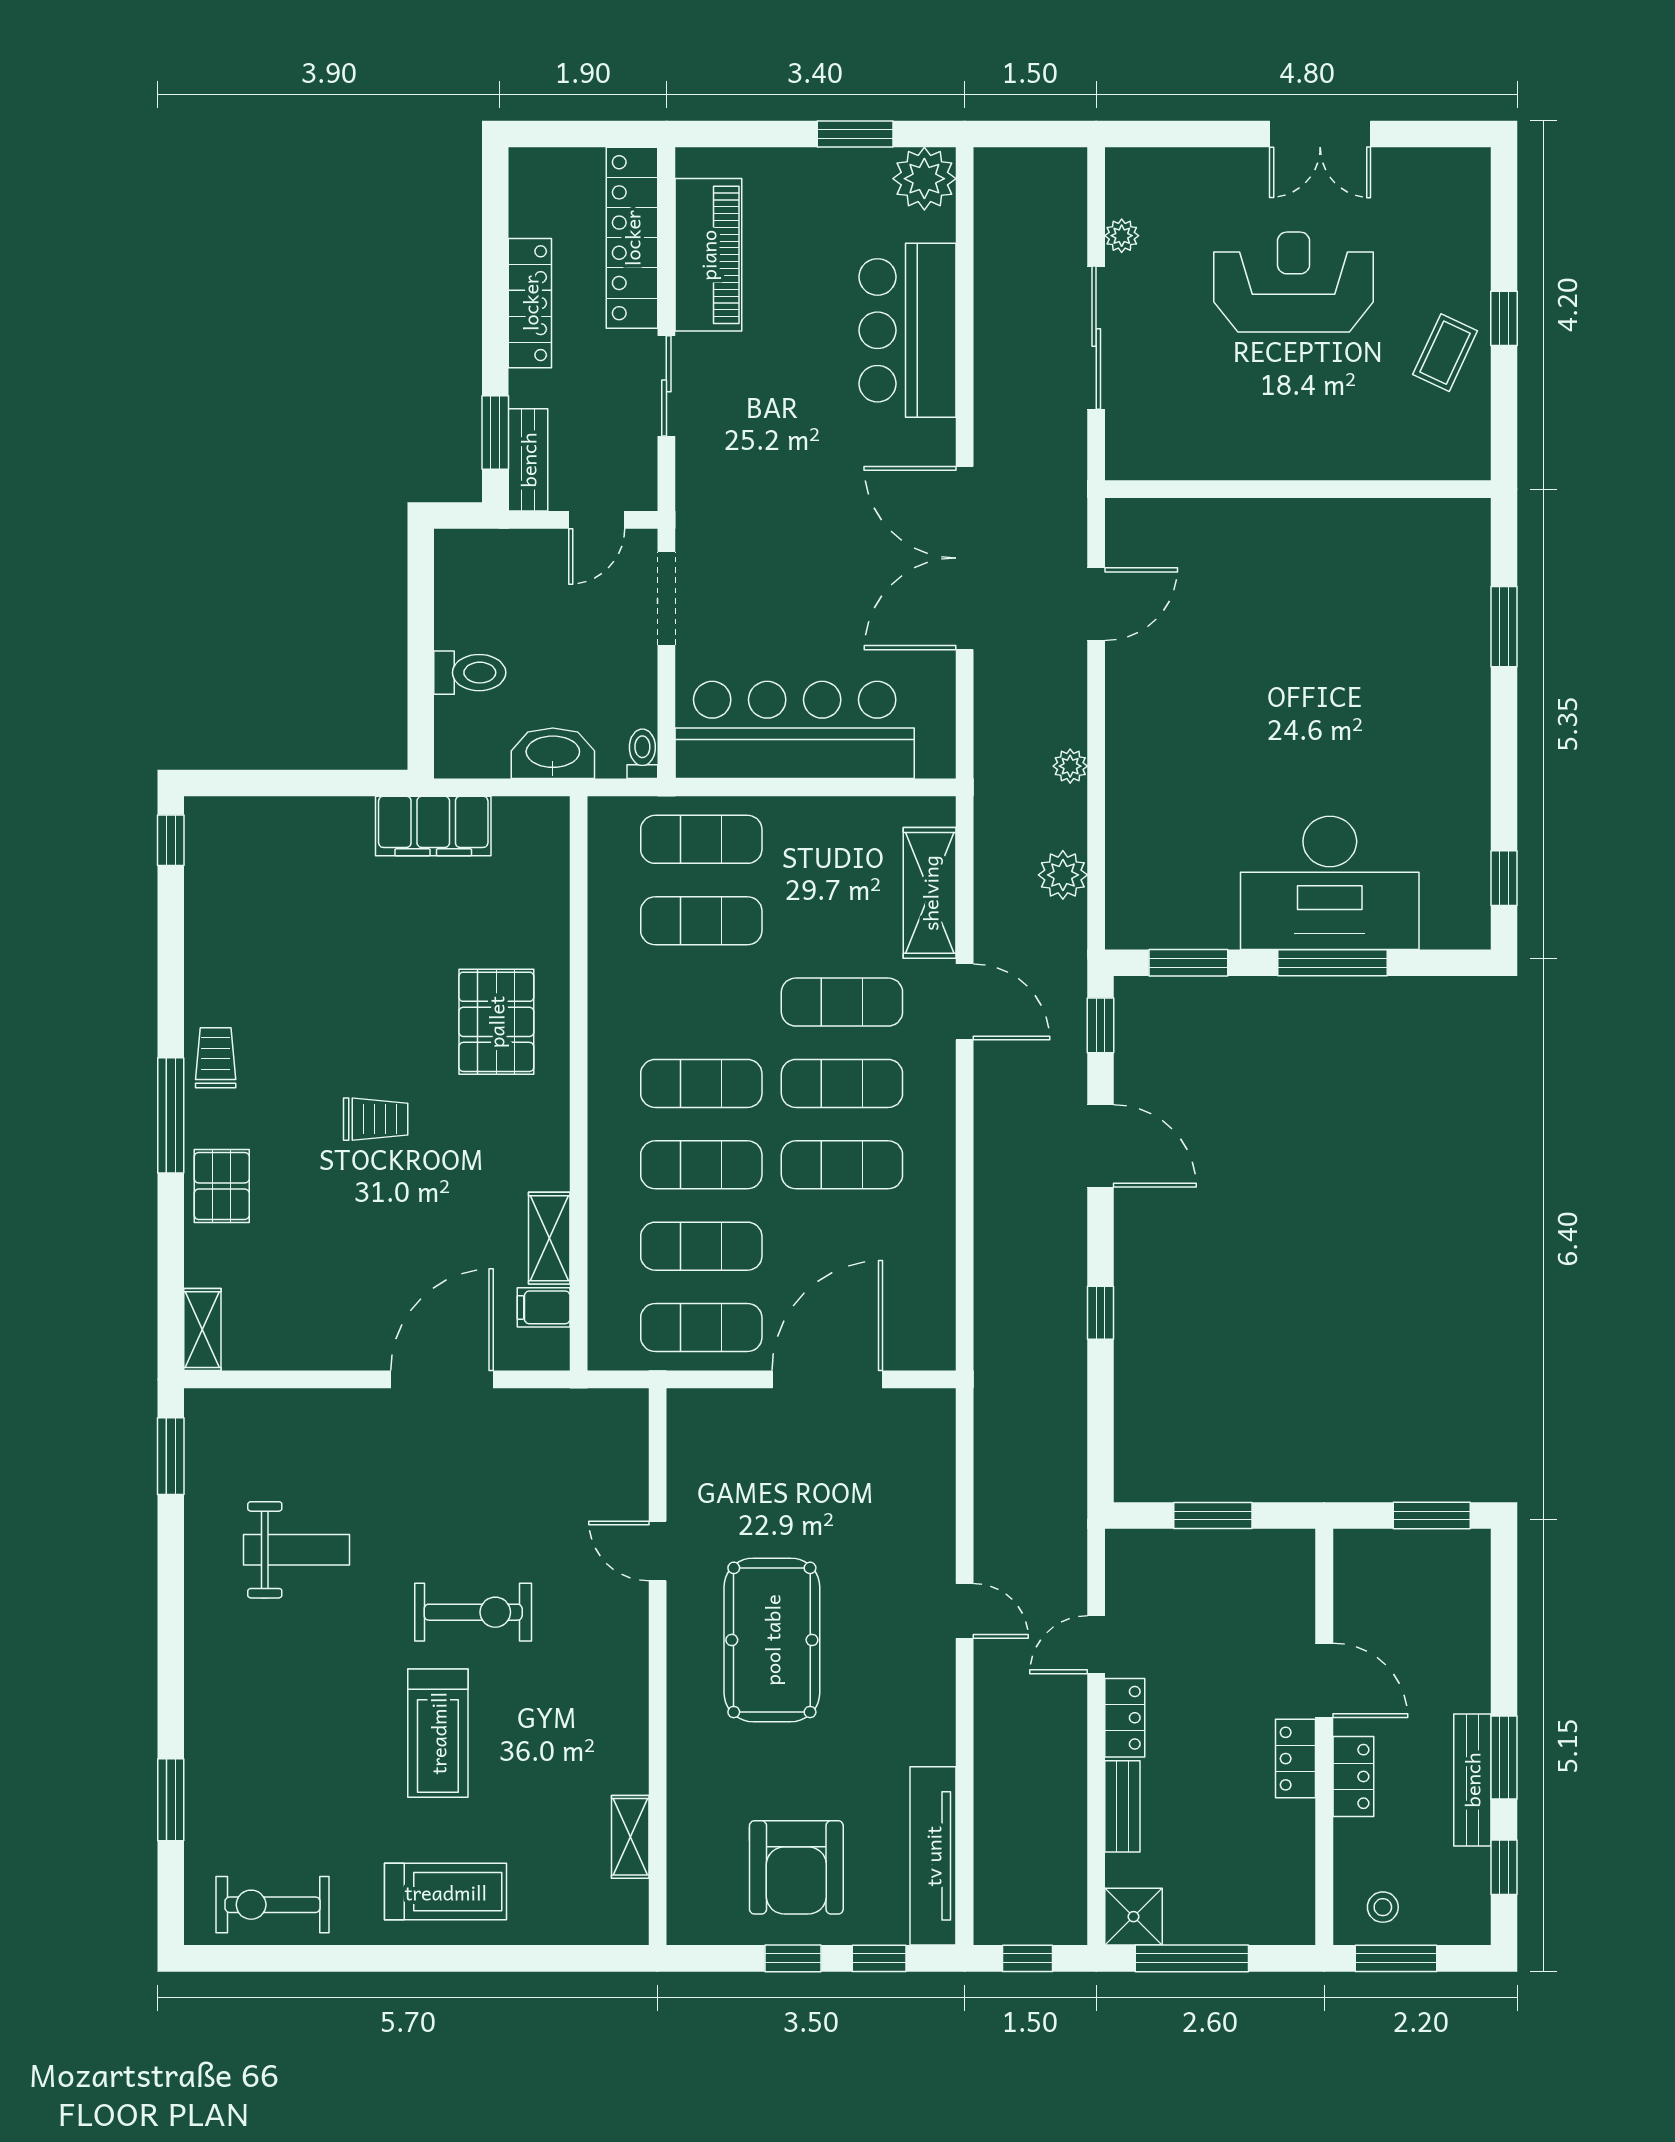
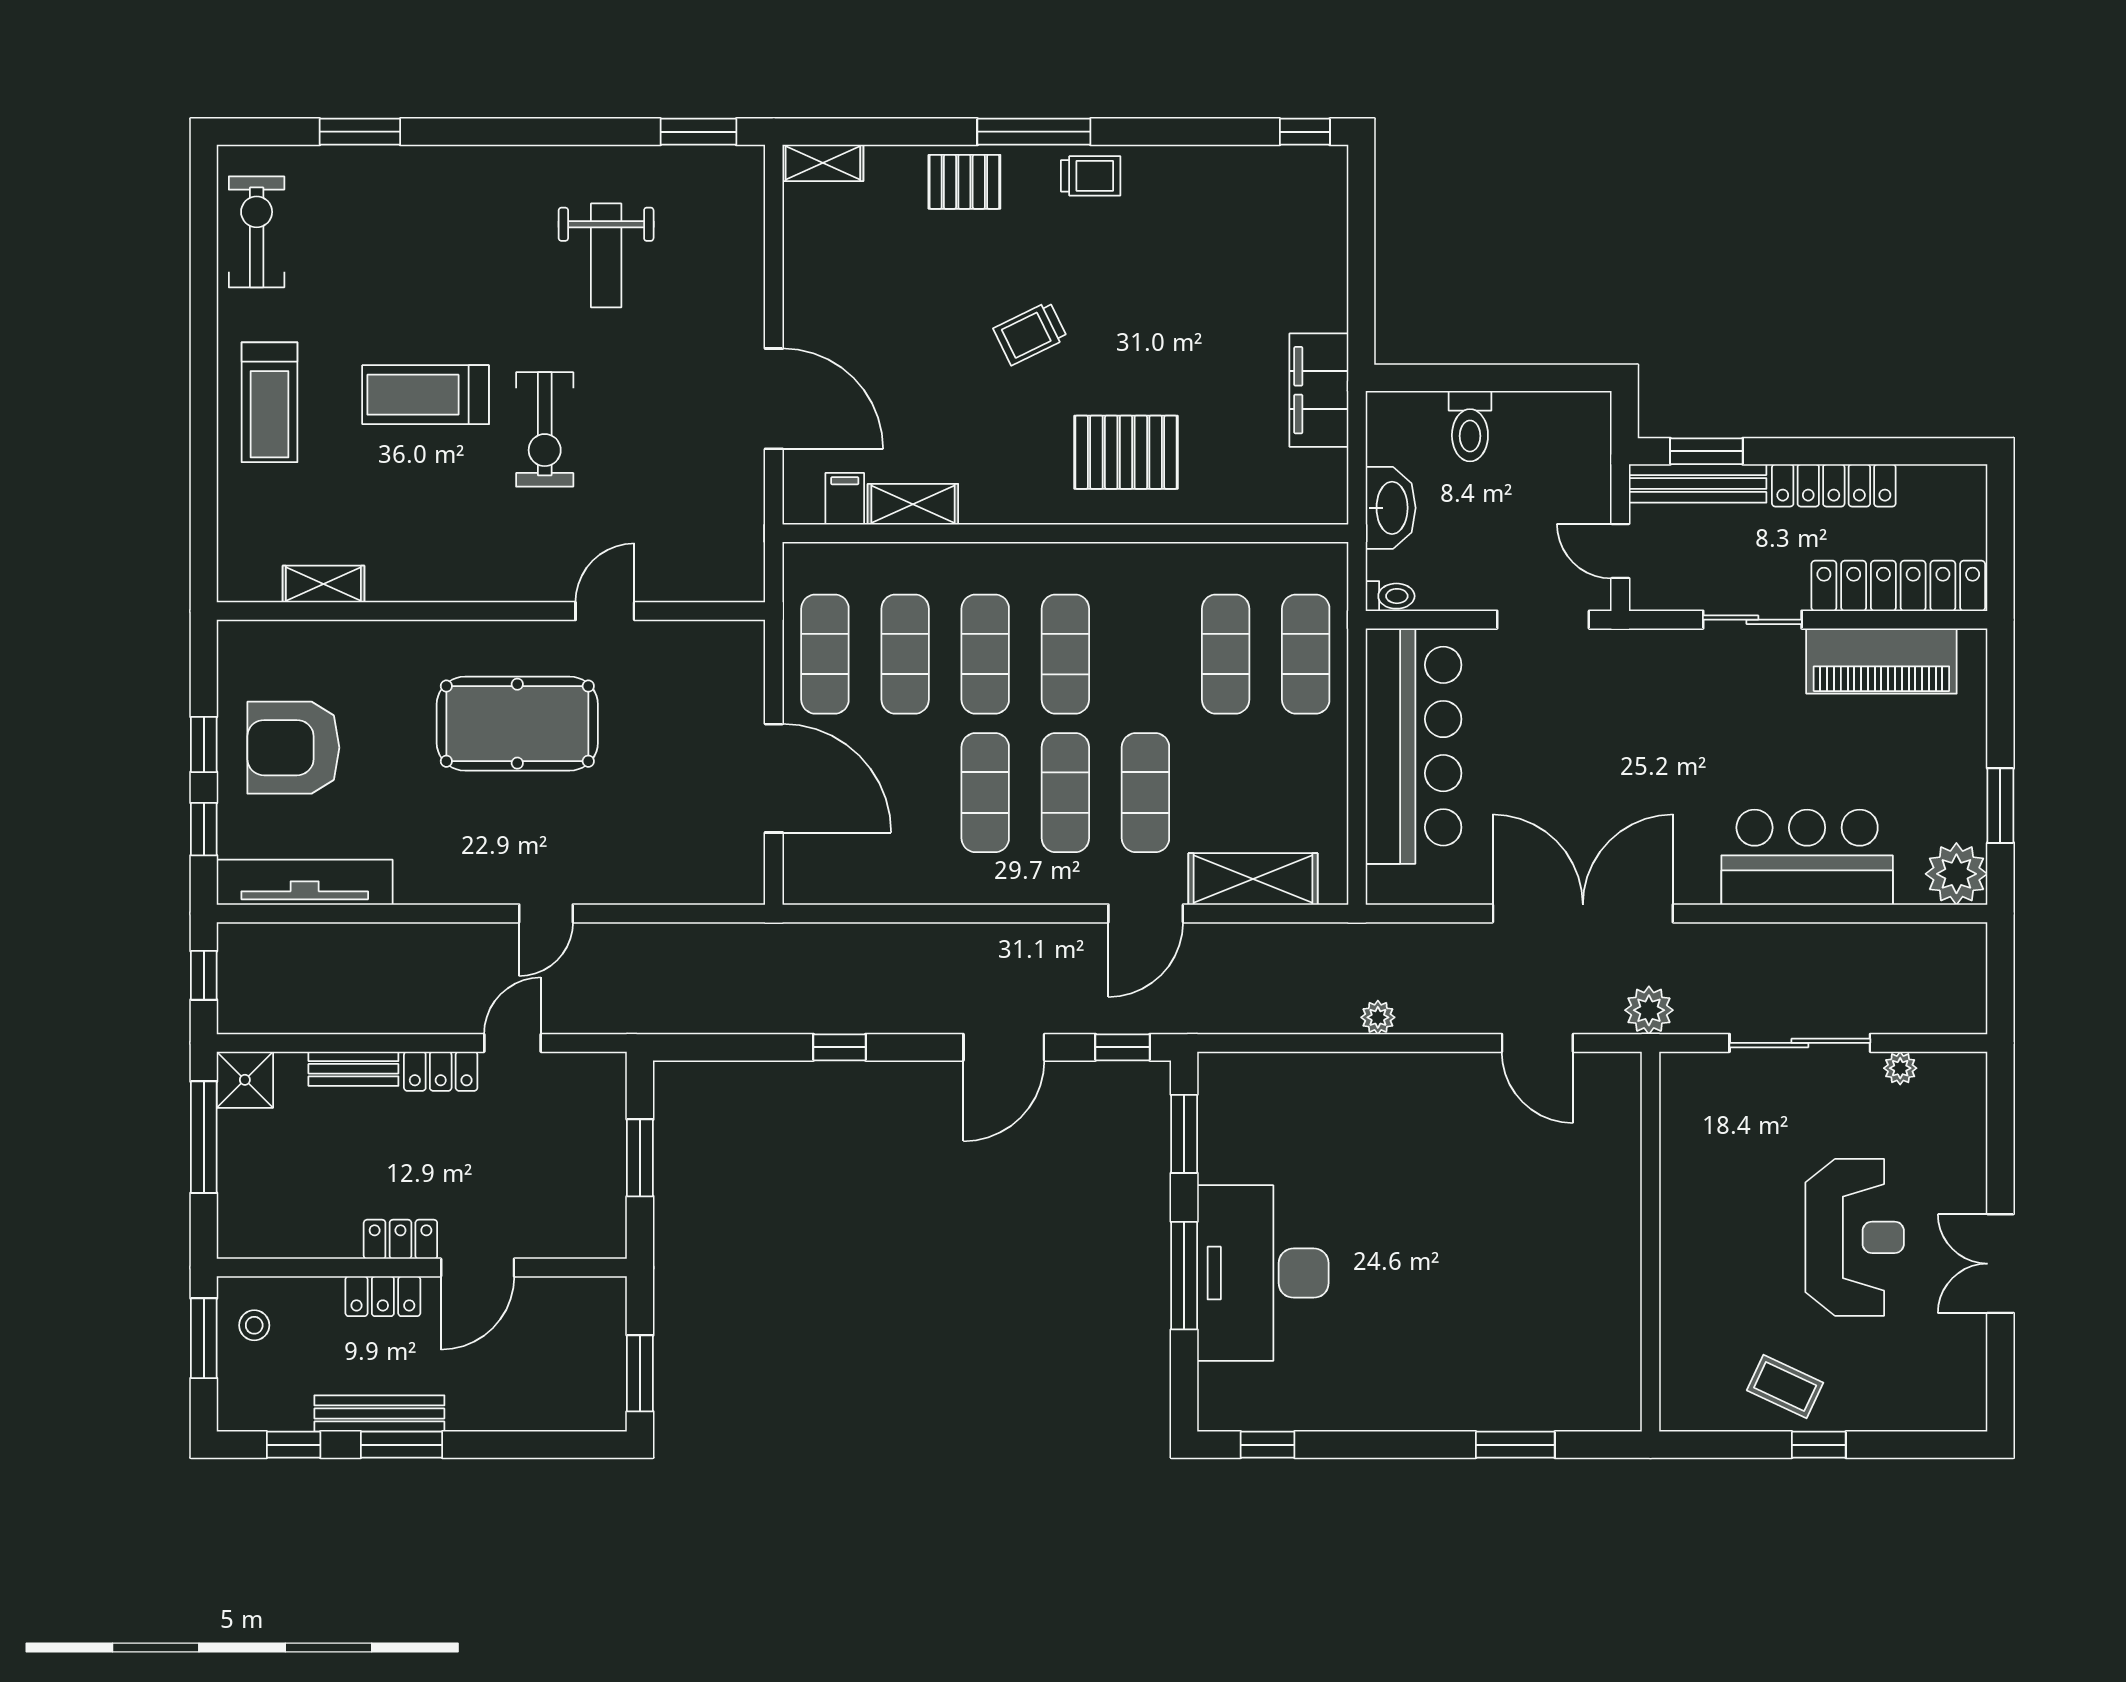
bench: (528, 460) -> (1698, 483), width x1.36
plant: (1063, 875) -> (1649, 1010), moved
trolley: (376, 1119) -> (1030, 333), turned 64
door: (1096, 1645) -> (513, 1043), hinge flipped

